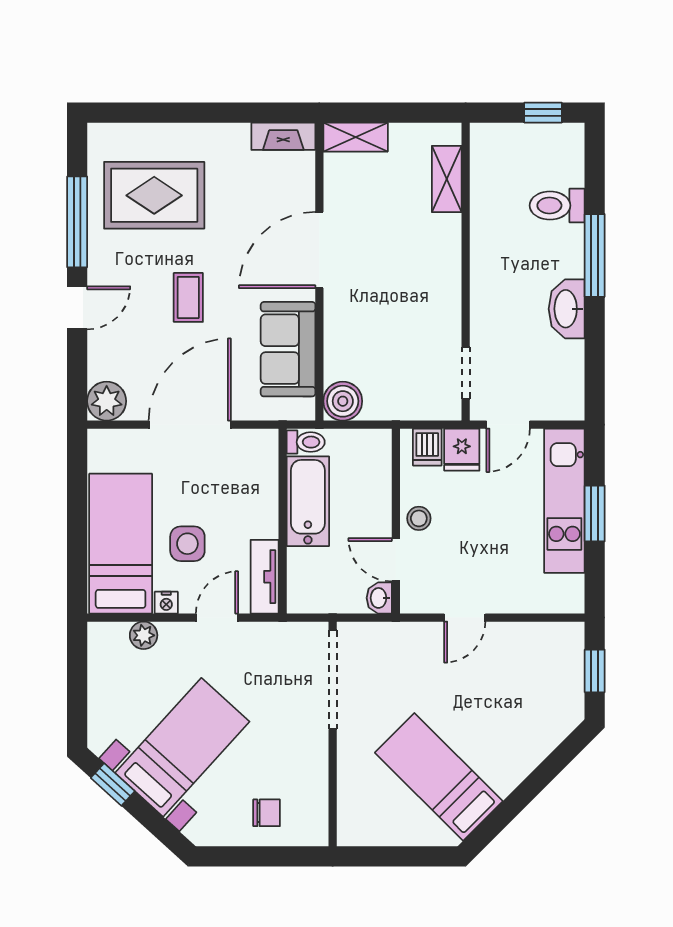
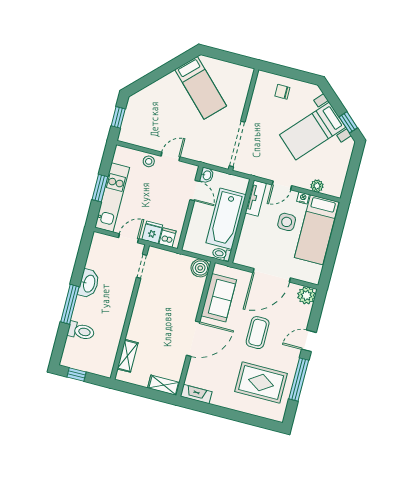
coffee table: (188, 297) -> (258, 333), width x1.36, depth x1.30
bathtub: (308, 501) -> (226, 219), width x1.36, depth x1.36
stool: (419, 518) -> (149, 161), moved

